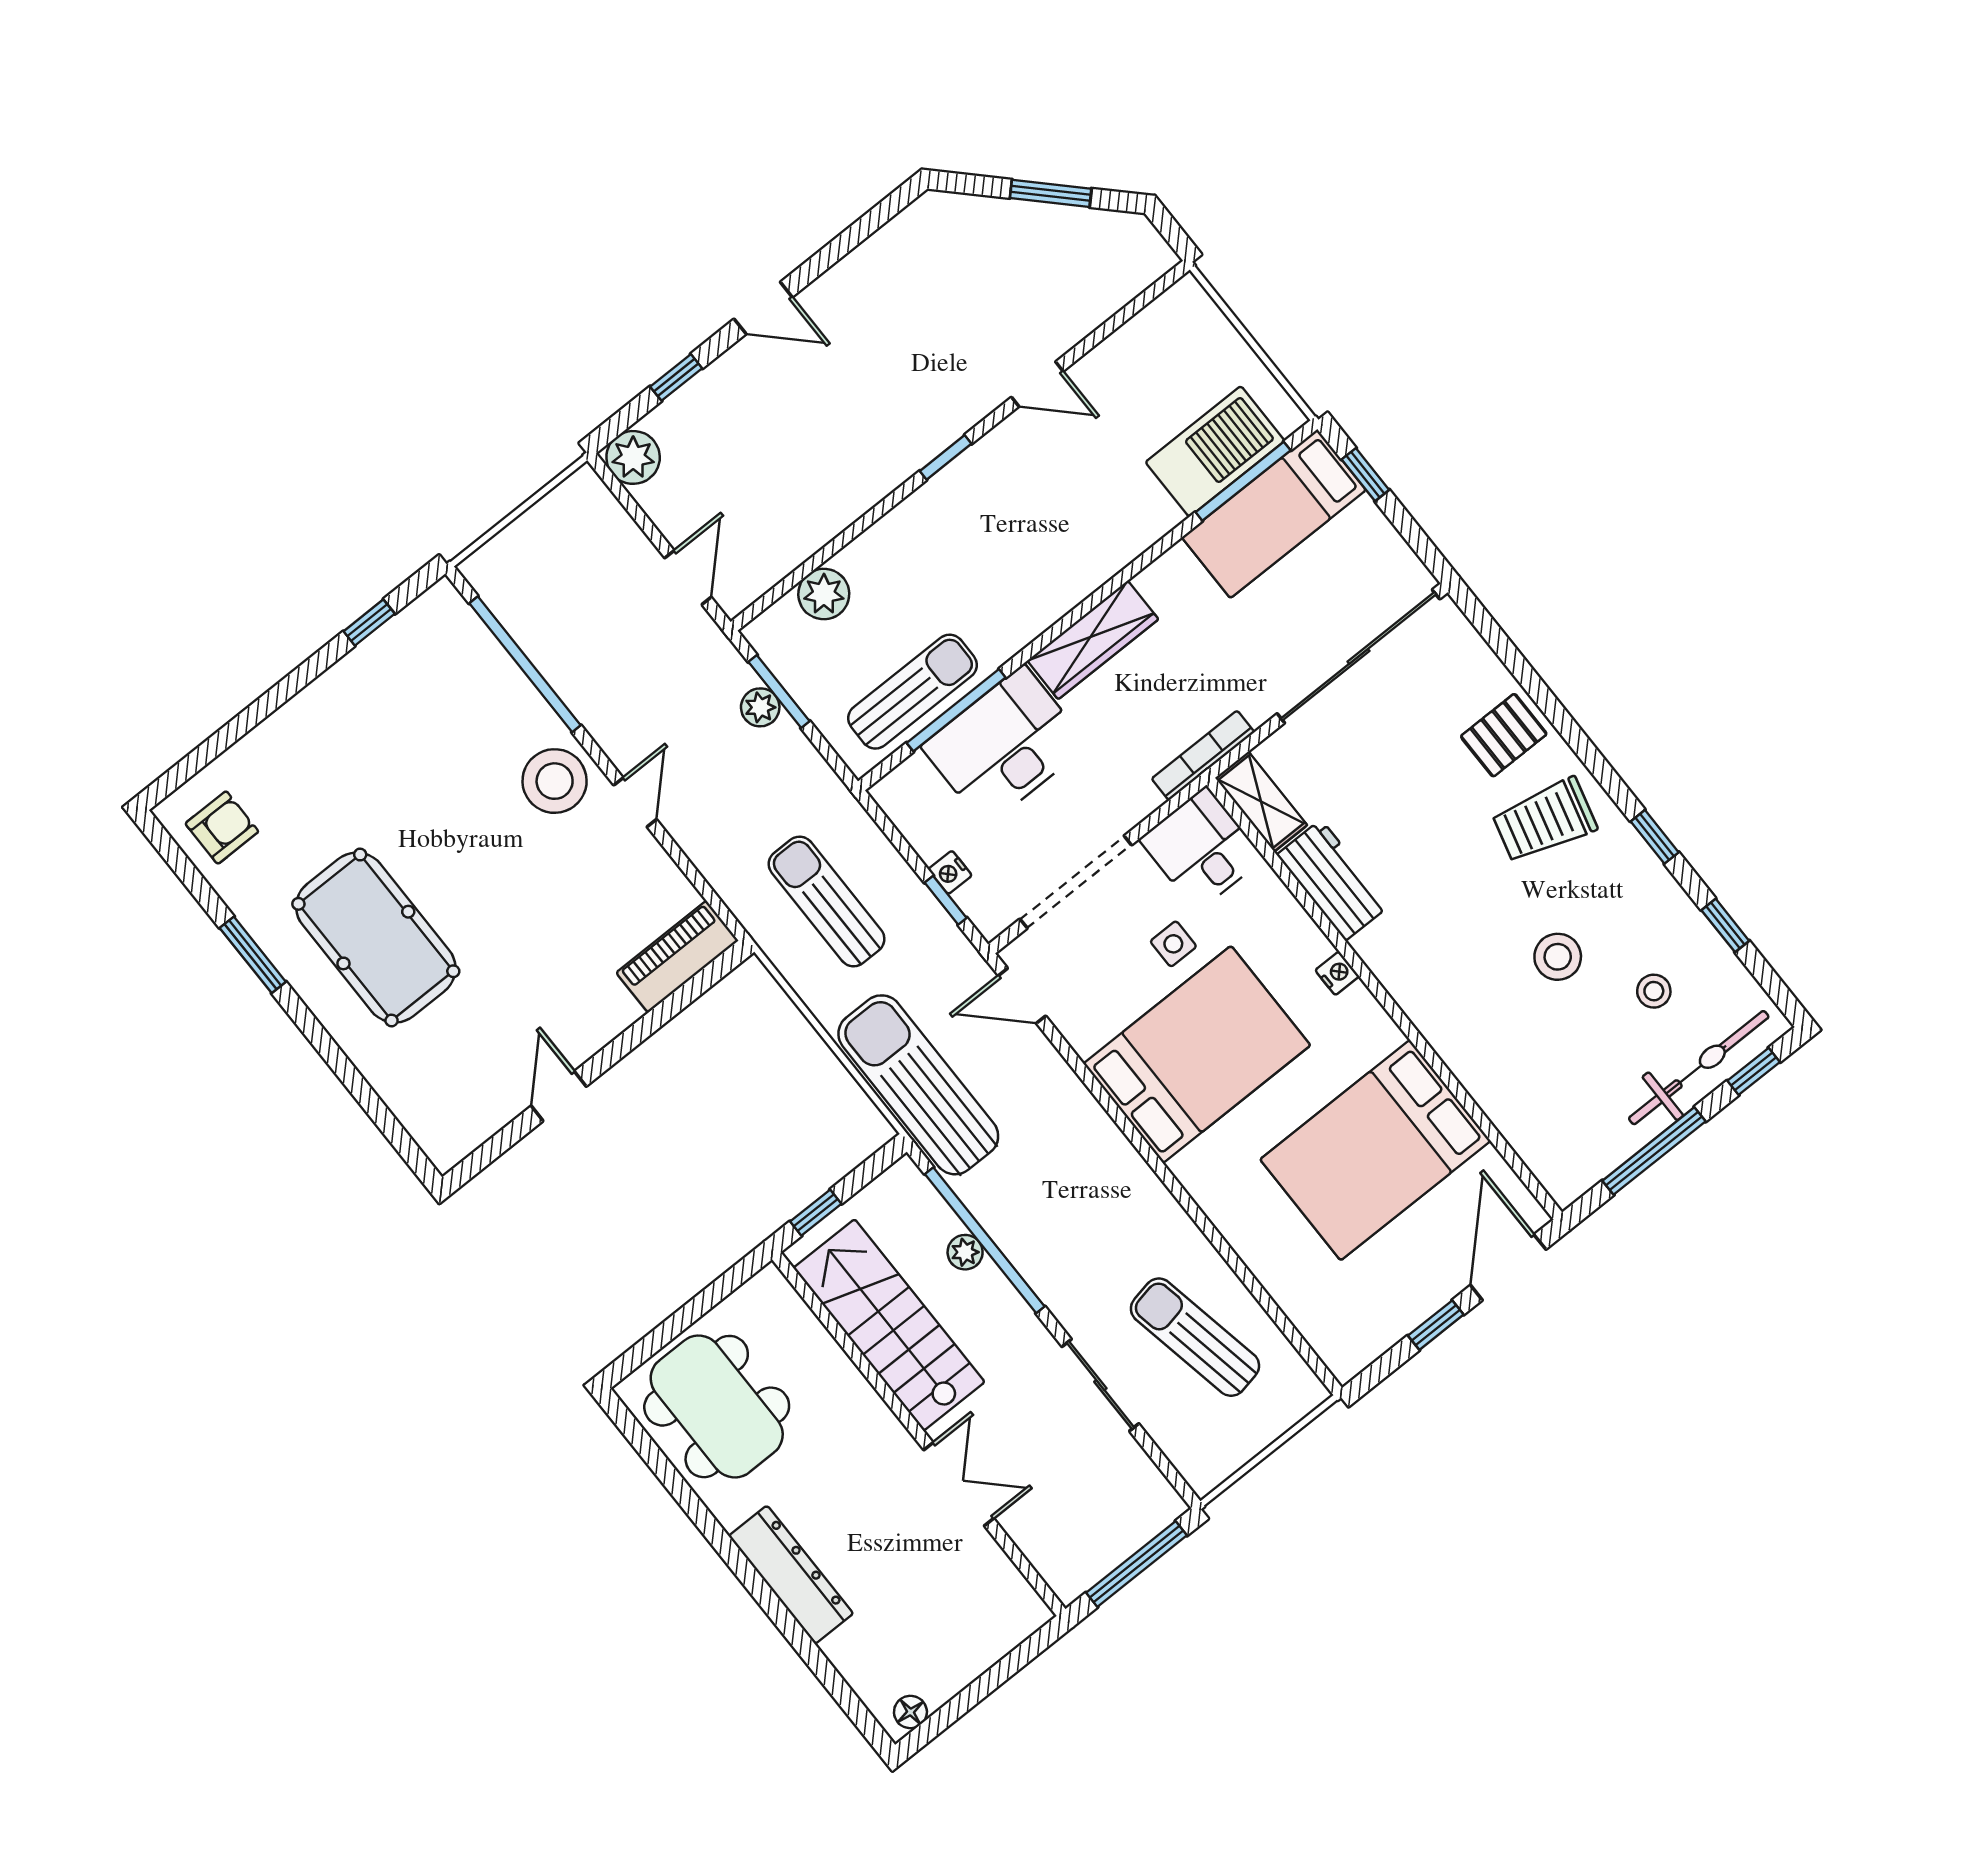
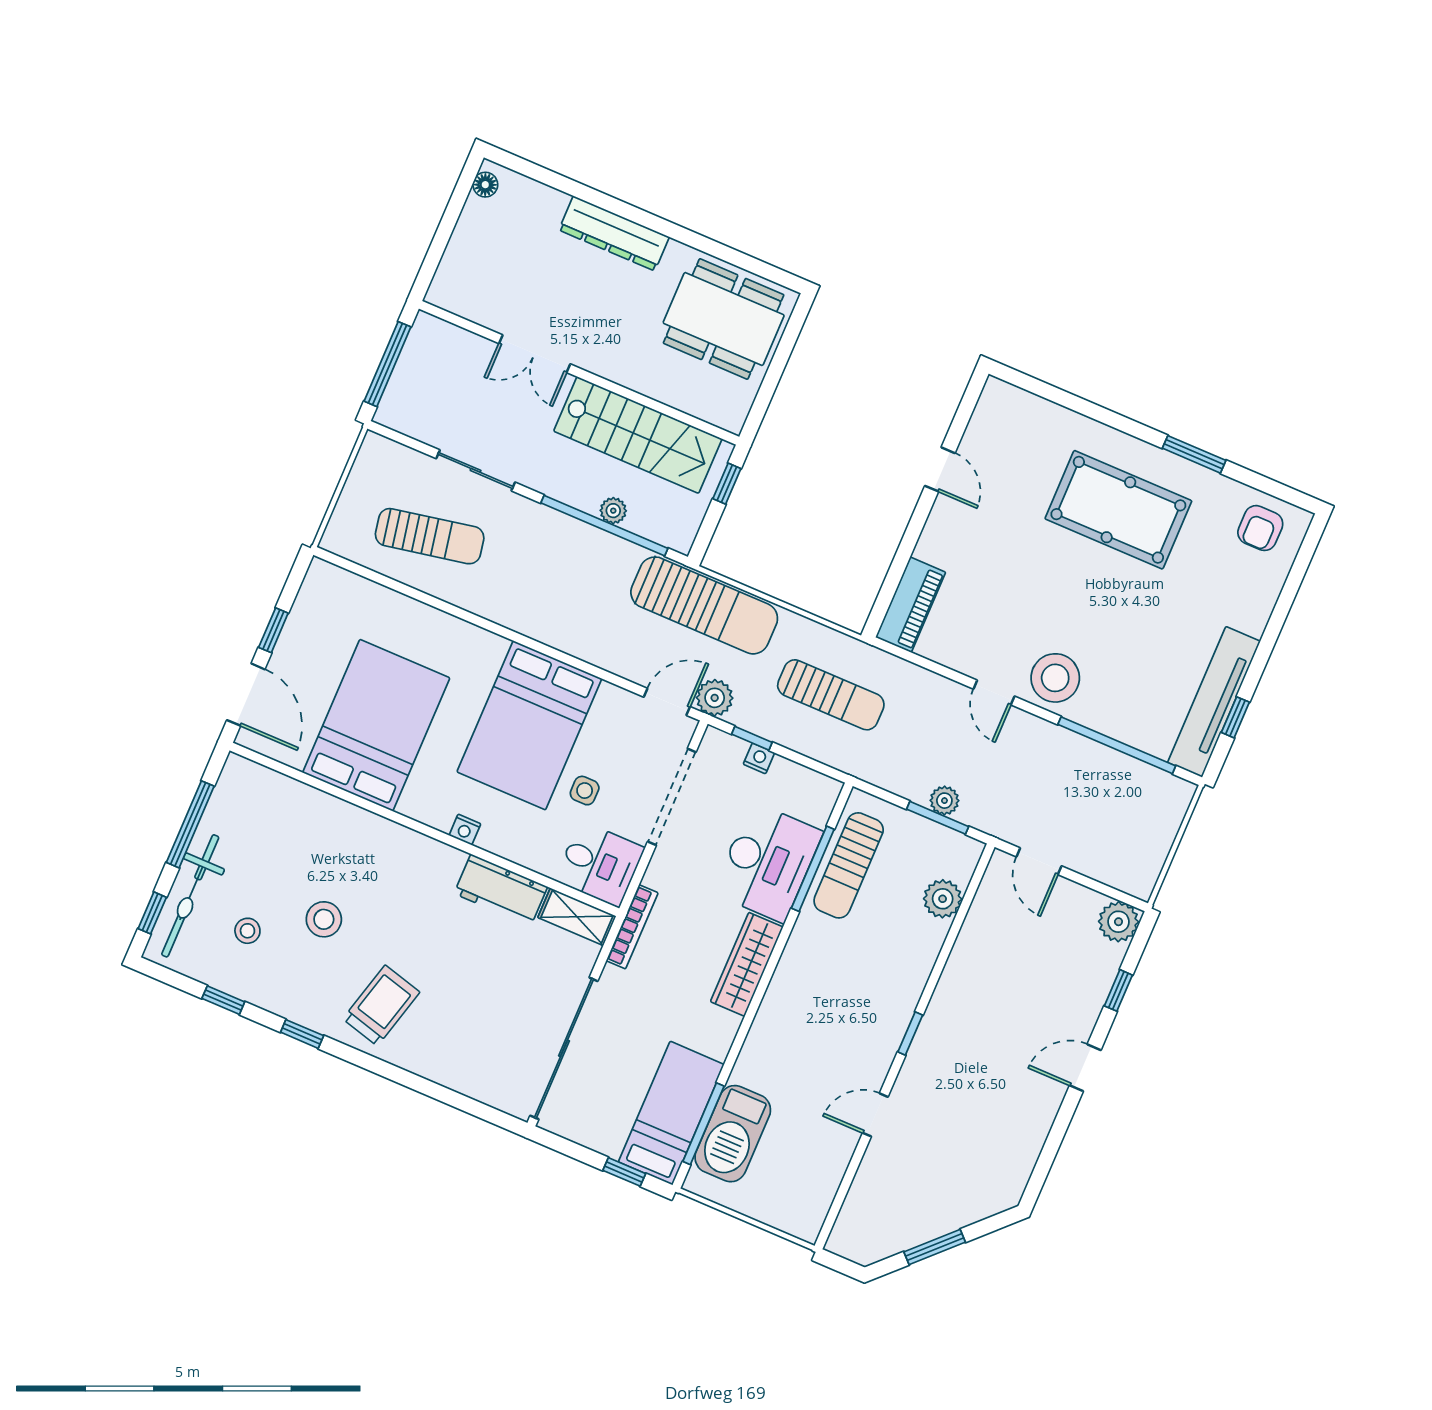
tv unit: (384, 654) -> (1214, 702), added
pallet: (1504, 735) -> (439, 1048), removed
plant: (964, 971) -> (715, 698), added

